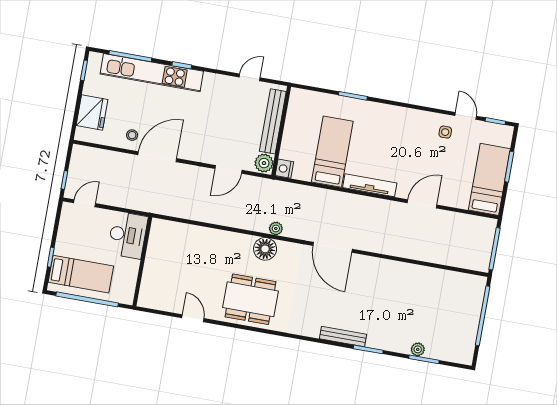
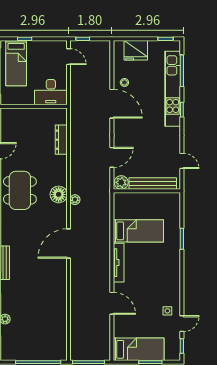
door: (228, 169) -> (112, 157), swing flipped
nightstand: (284, 169) -> (120, 198), removed
dresser: (193, 232) -> (61, 140), added

